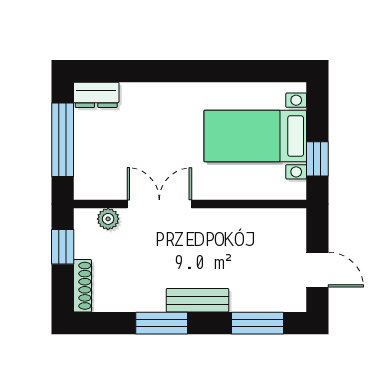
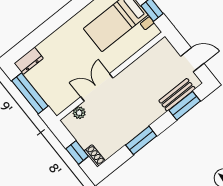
window: (63, 247) -> (77, 153), moved
shoe rack: (83, 286) -> (95, 156), width x0.70
bench: (197, 300) -> (177, 95), moved

